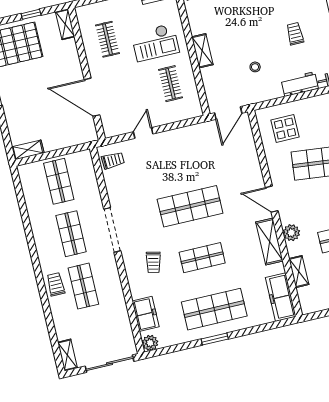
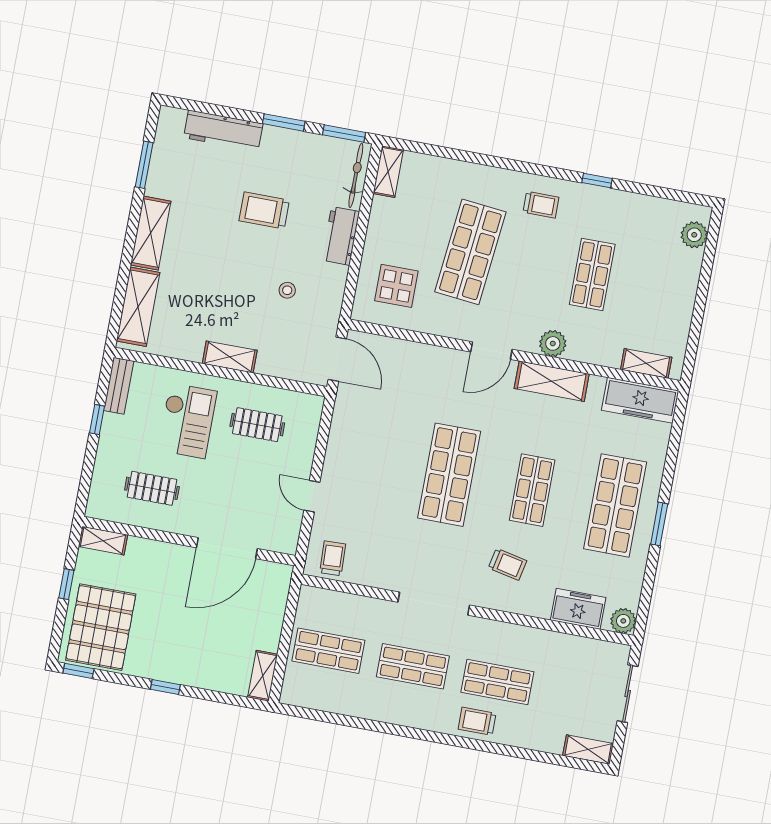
trolley: (295, 34) -> (264, 211), width x1.36, depth x1.39
shelving: (299, 272) -> (646, 363), moved
sliding door: (110, 364) -> (628, 694), width x0.73

